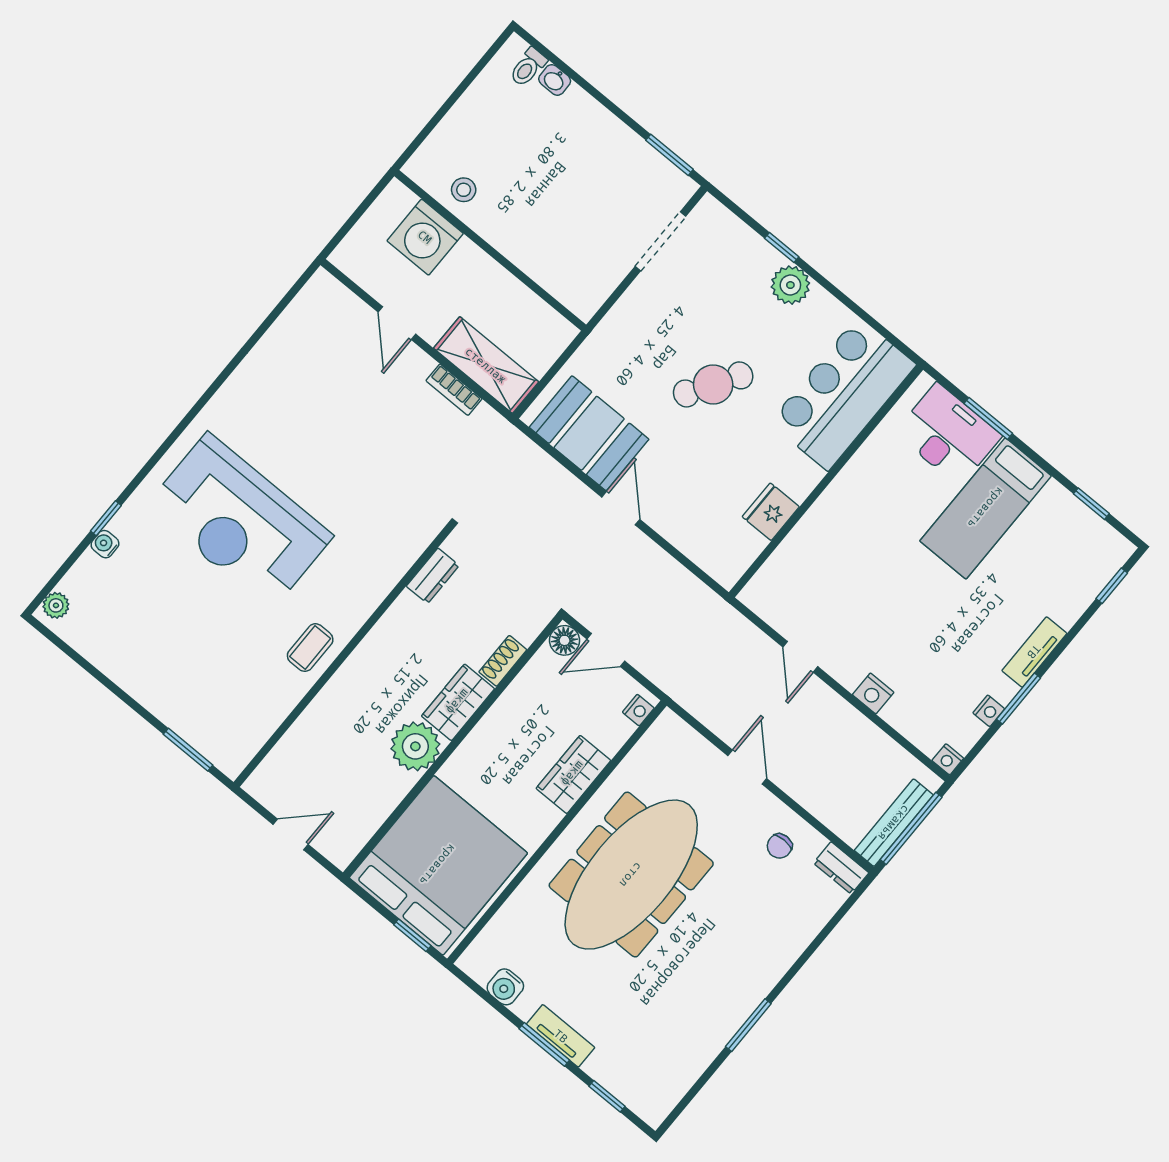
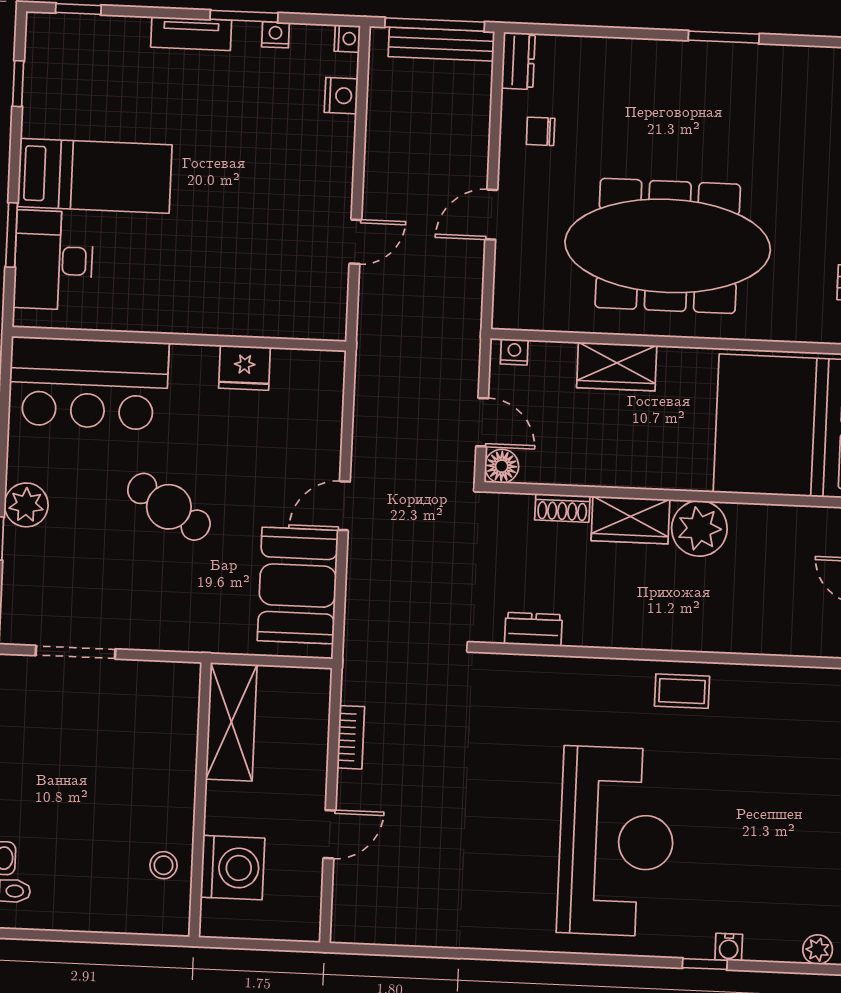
shelving: (486, 365) -> (231, 722), moved
nightstand: (873, 693) -> (341, 96), moved
chair: (780, 846) -> (541, 131), turned 180

